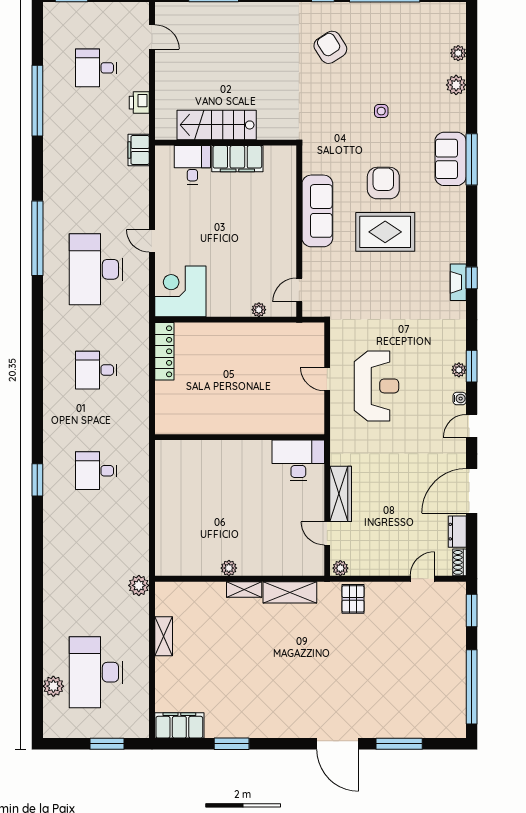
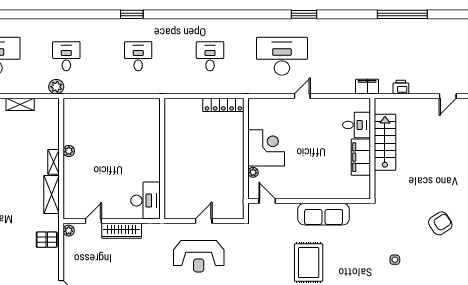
desk: (96, 68) -> (66, 56), moved
armchair: (383, 183) -> (343, 261), removed
window: (37, 238) -> (304, 14), width x0.47
corner desk: (180, 291) -> (266, 148), moved

